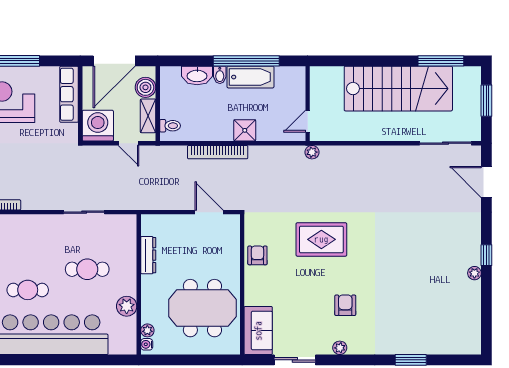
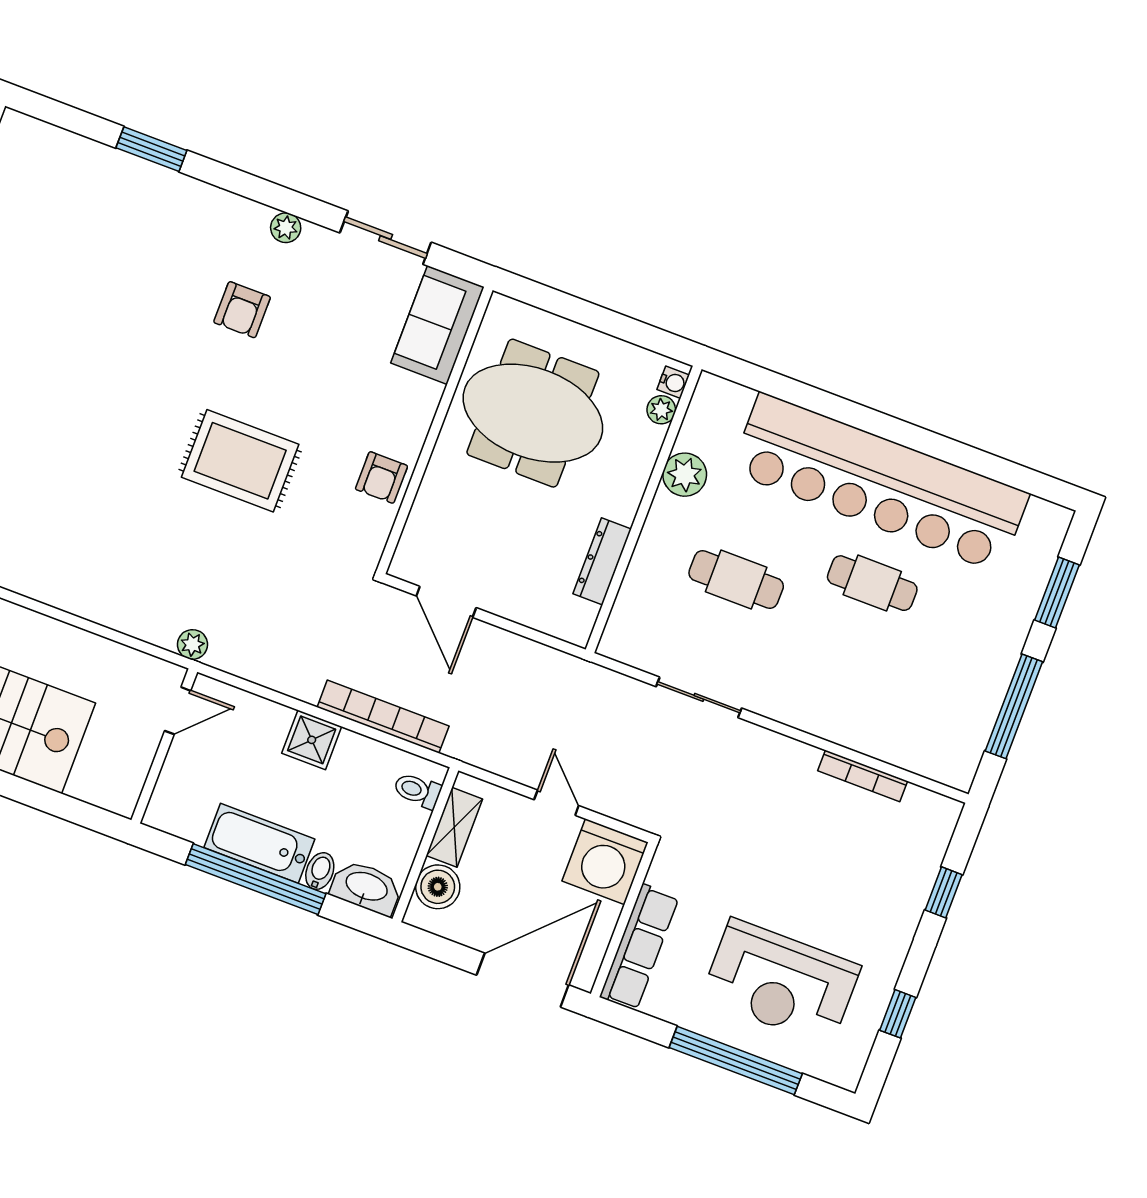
boiler: (145, 87) -> (438, 887), moved
wall: (158, 104) -> (425, 845), moved
shelving: (148, 116) -> (454, 827), moved
toilet: (170, 126) -> (417, 790), moved

